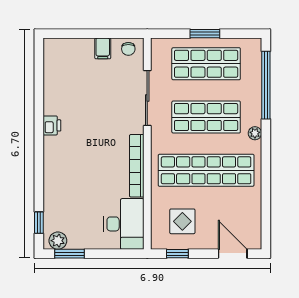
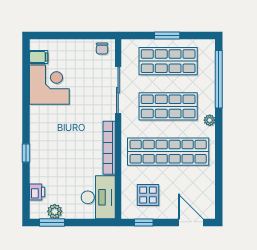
filing cabinet: (103, 48) -> (39, 57), moved, turned -90
corner desk: (66, 91) -> (49, 85), added
printer: (52, 125) -> (37, 192), moved
window: (39, 223) -> (26, 153), moved
plant: (58, 241) -> (55, 211), moved

